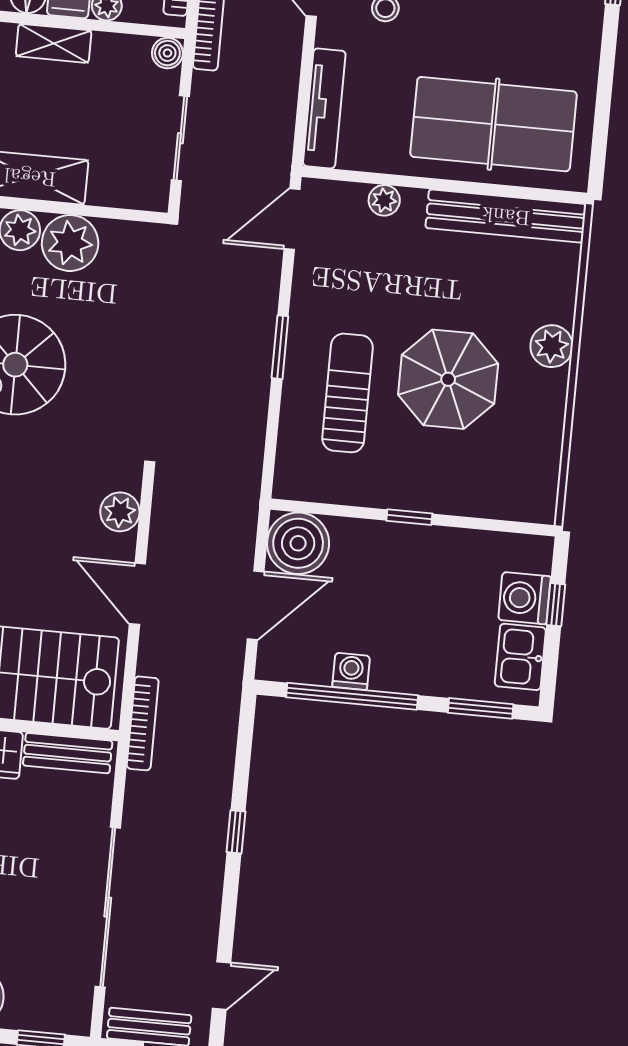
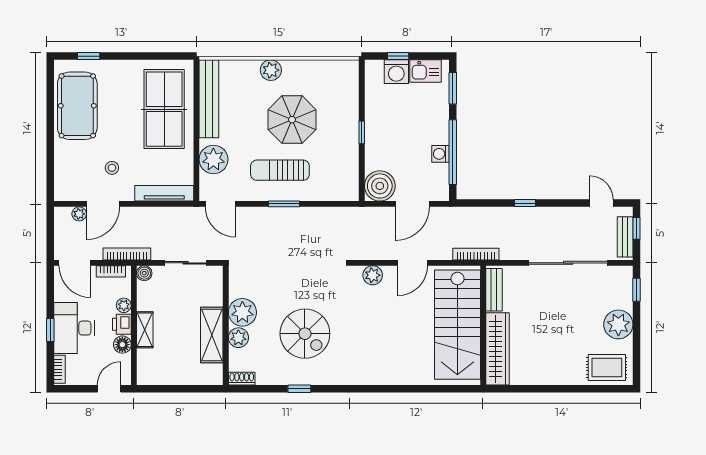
plant: (384, 200) -> (213, 159), width x1.88, depth x1.88
sun lounger: (348, 393) -> (280, 170), moved
door: (256, 605) -> (412, 204), swing flipped

